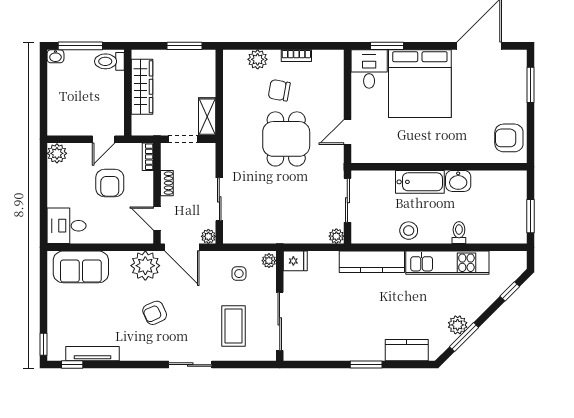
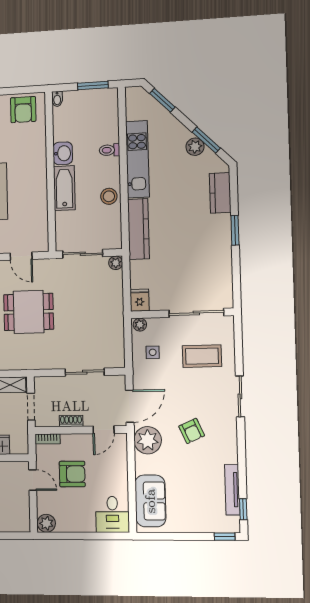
bidet: (518, 176) -> (57, 99), added
plant: (208, 236) -> (119, 382), removed
window: (510, 291) -> (162, 100), width x1.50

